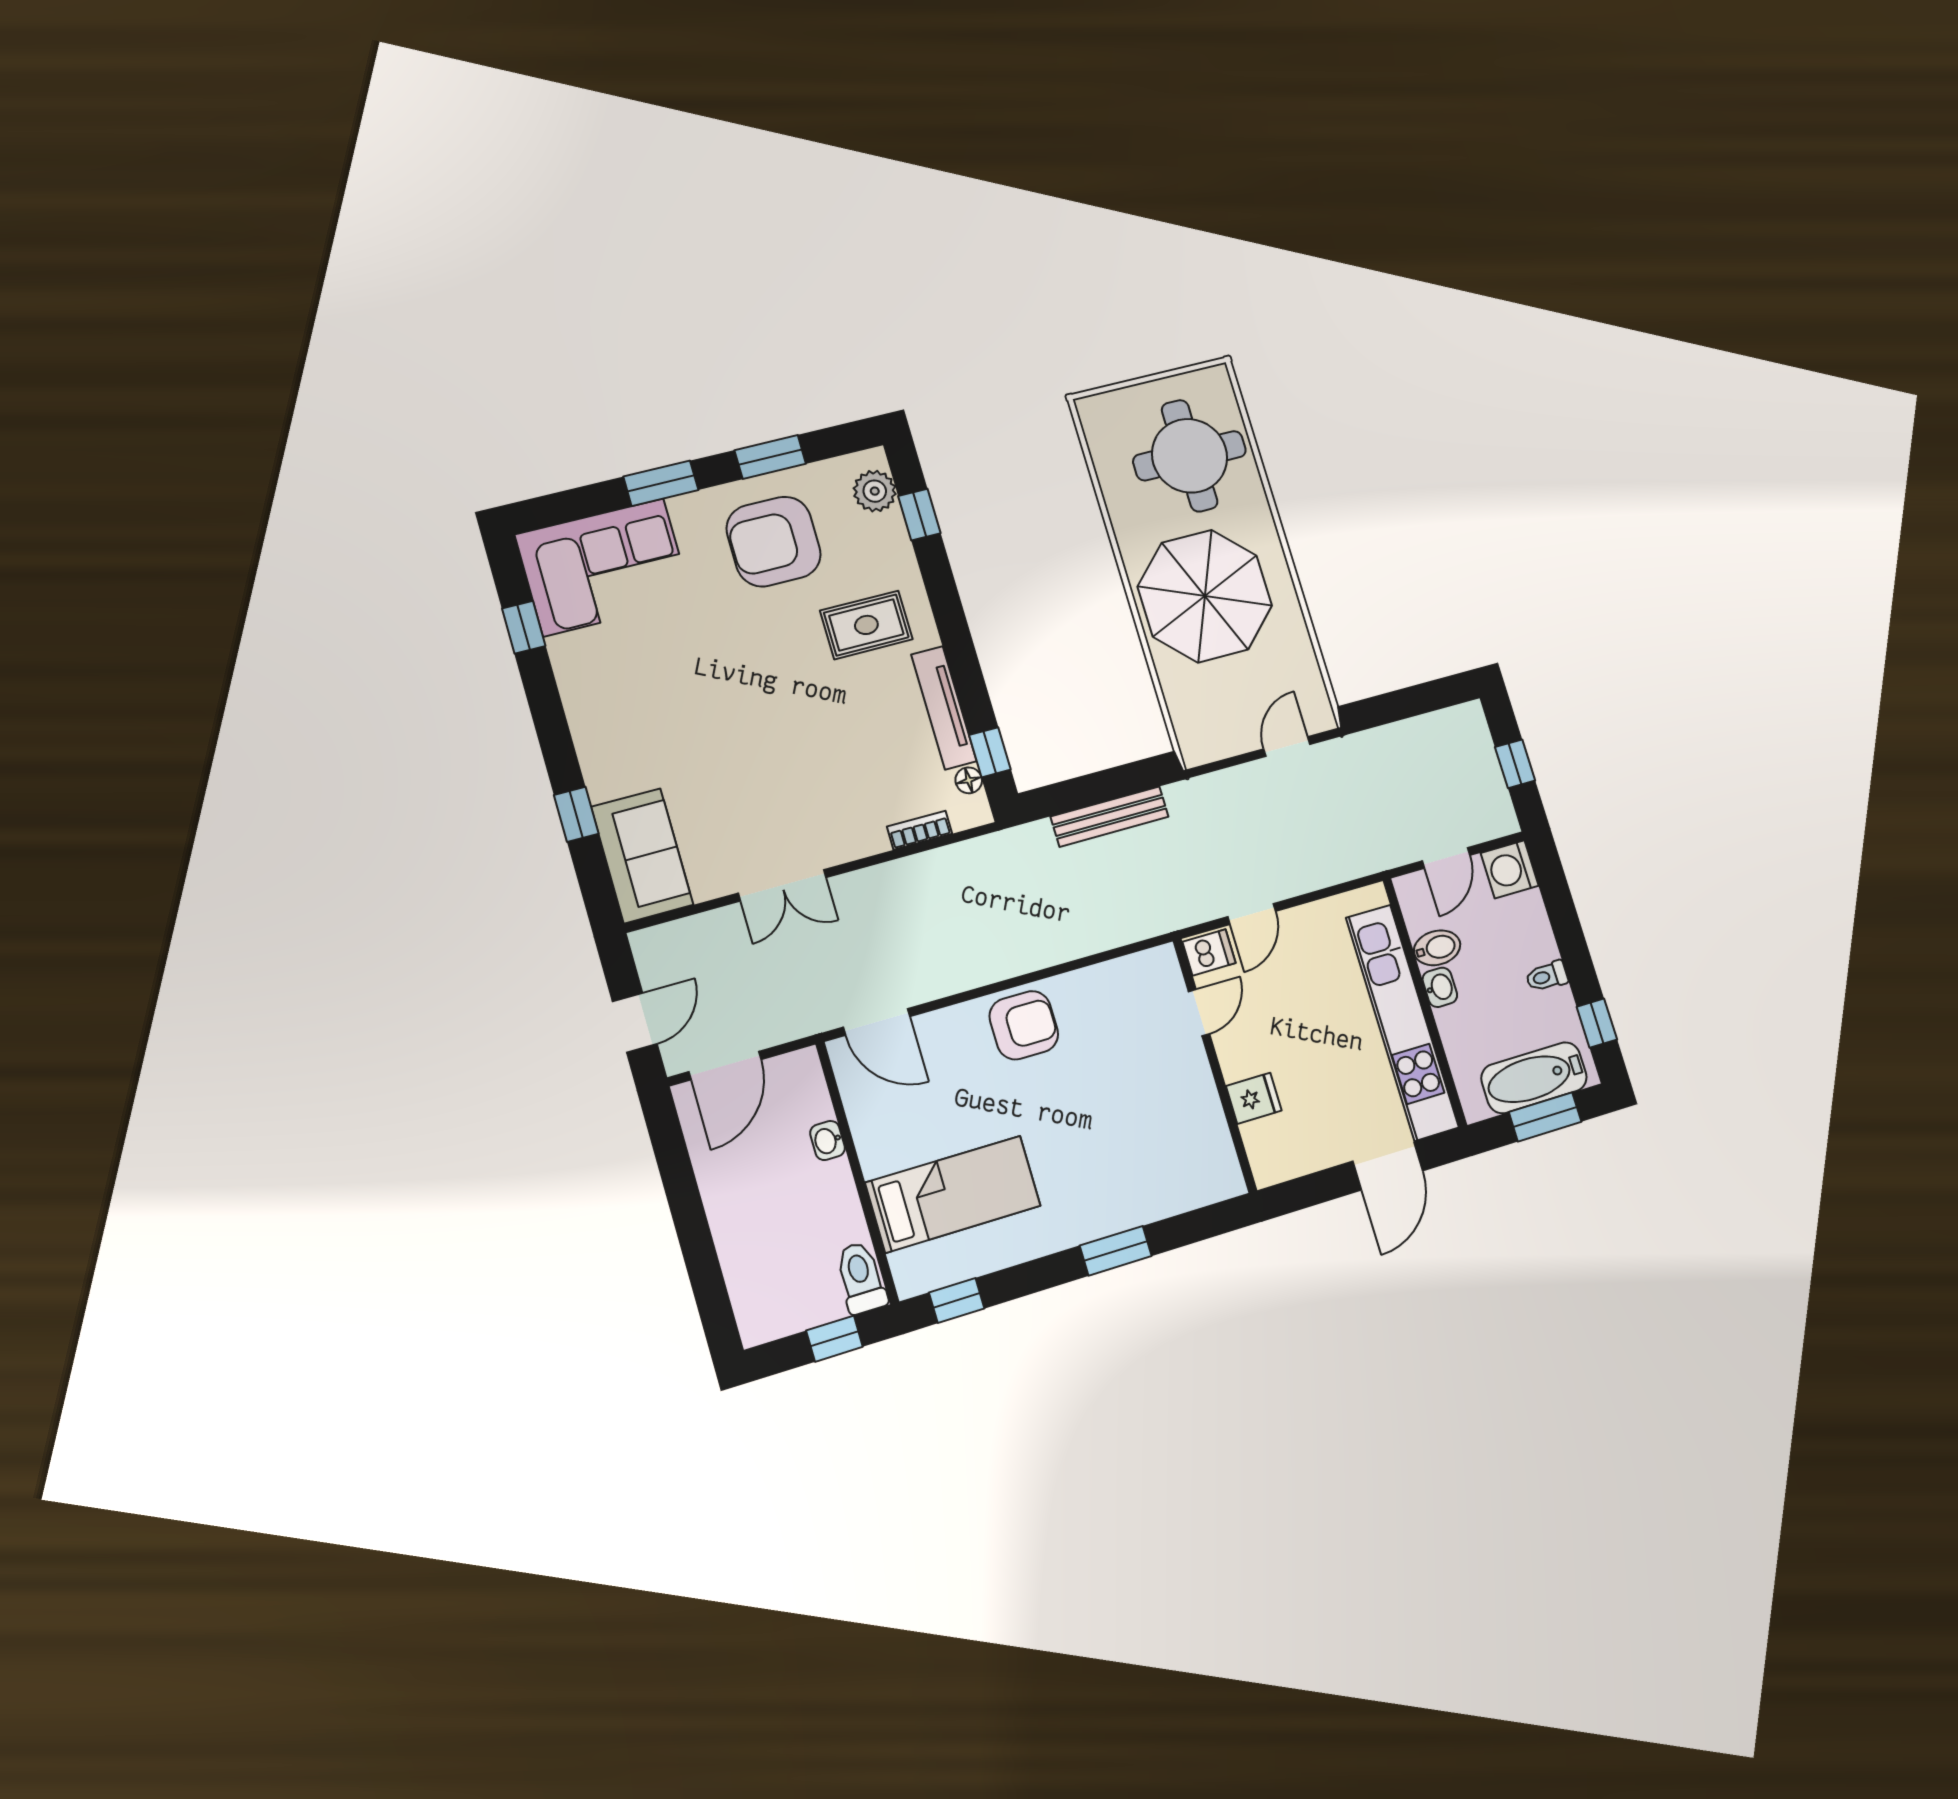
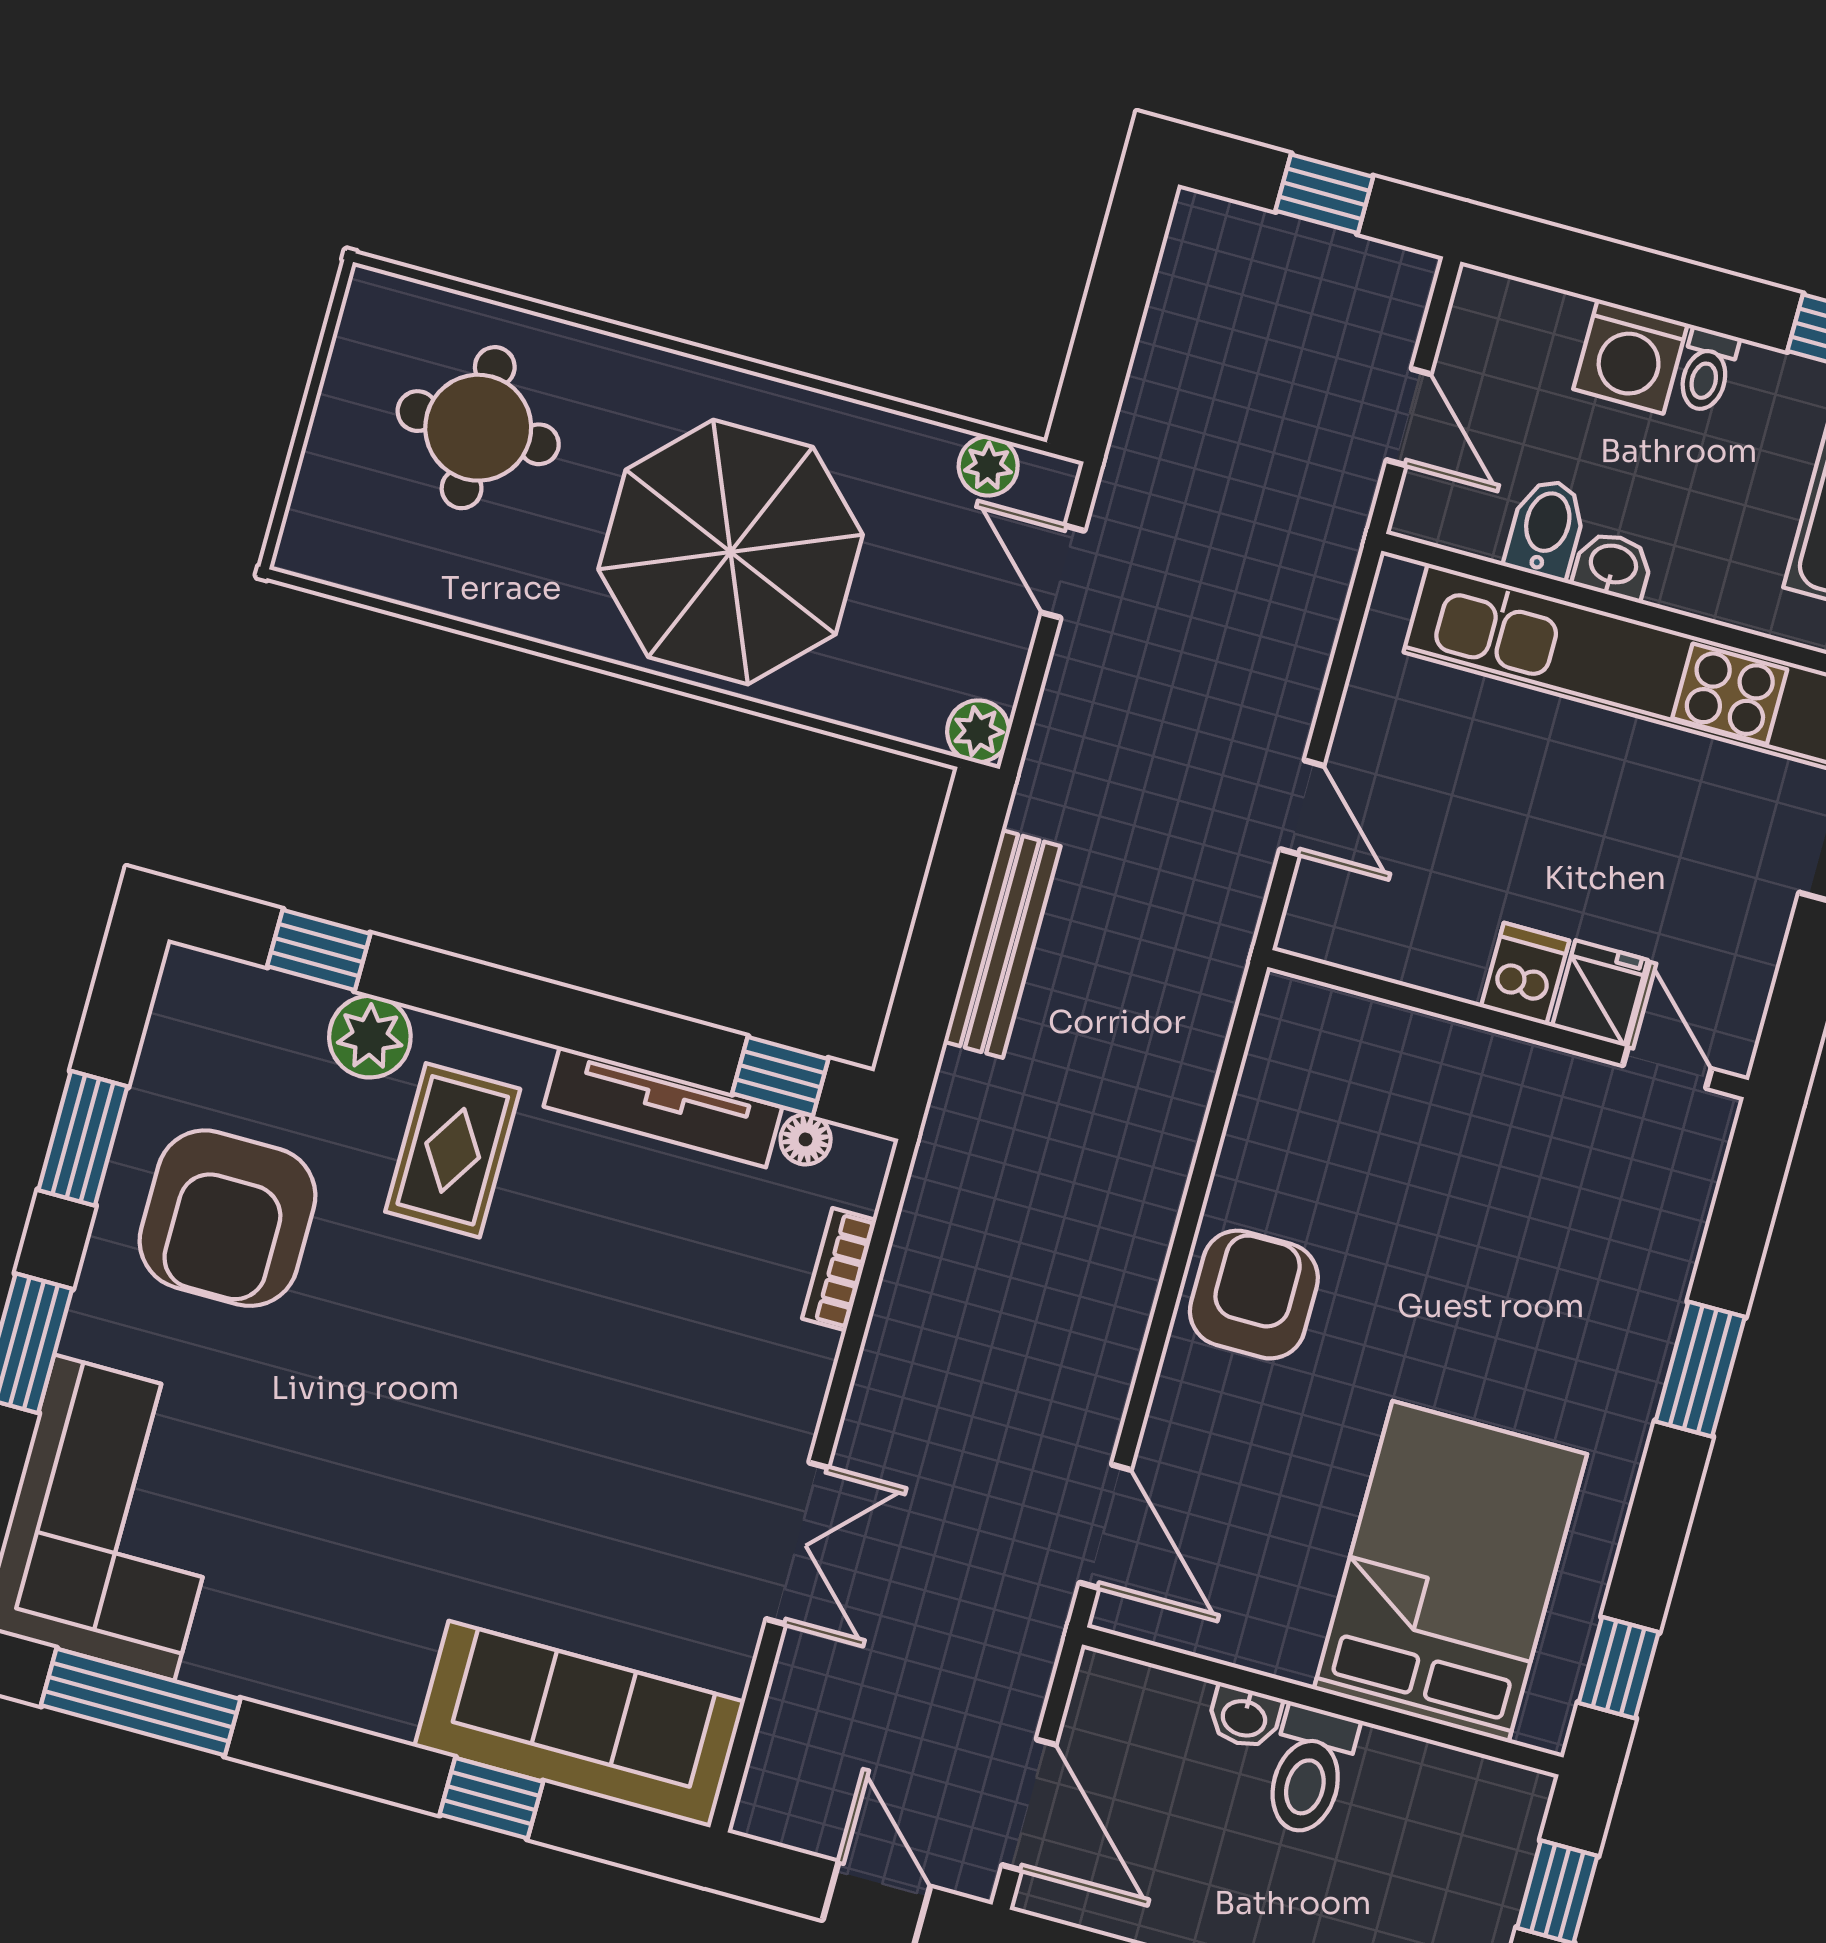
round table: (1190, 456) -> (478, 428), width x0.73, depth x0.73
plant: (875, 491) -> (370, 1037), moved
window: (524, 627) -> (141, 1702), width x2.17
plant: (1311, 687) -> (988, 466), added
plant: (1195, 750) -> (978, 731), added
sofa: (642, 856) -> (579, 1724), width x1.36
washing machine: (1510, 869) -> (1631, 356), moved
dishwasher: (1209, 952) -> (1525, 974), moved
door: (1199, 1013) -> (1667, 1067), moved
door: (877, 1022) -> (1105, 1526), hinge flipped
bed: (953, 1194) -> (1450, 1572), width x1.50
toilet: (861, 1278) -> (1309, 1770), moved, turned -90

